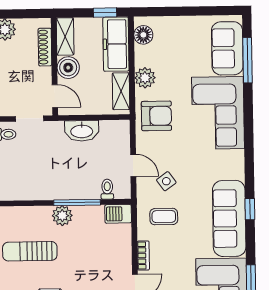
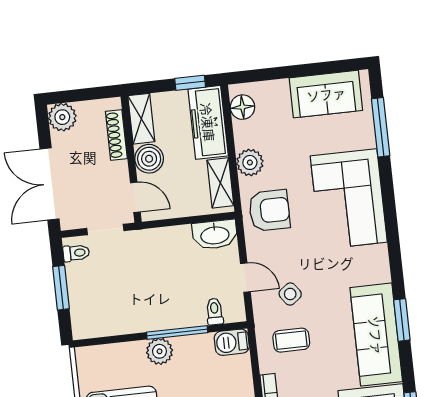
sofa: (227, 48) -> (326, 94), moved, turned -90
washbasin: (82, 131) -> (215, 235), moved
window: (250, 209) -> (402, 320), width x1.50

